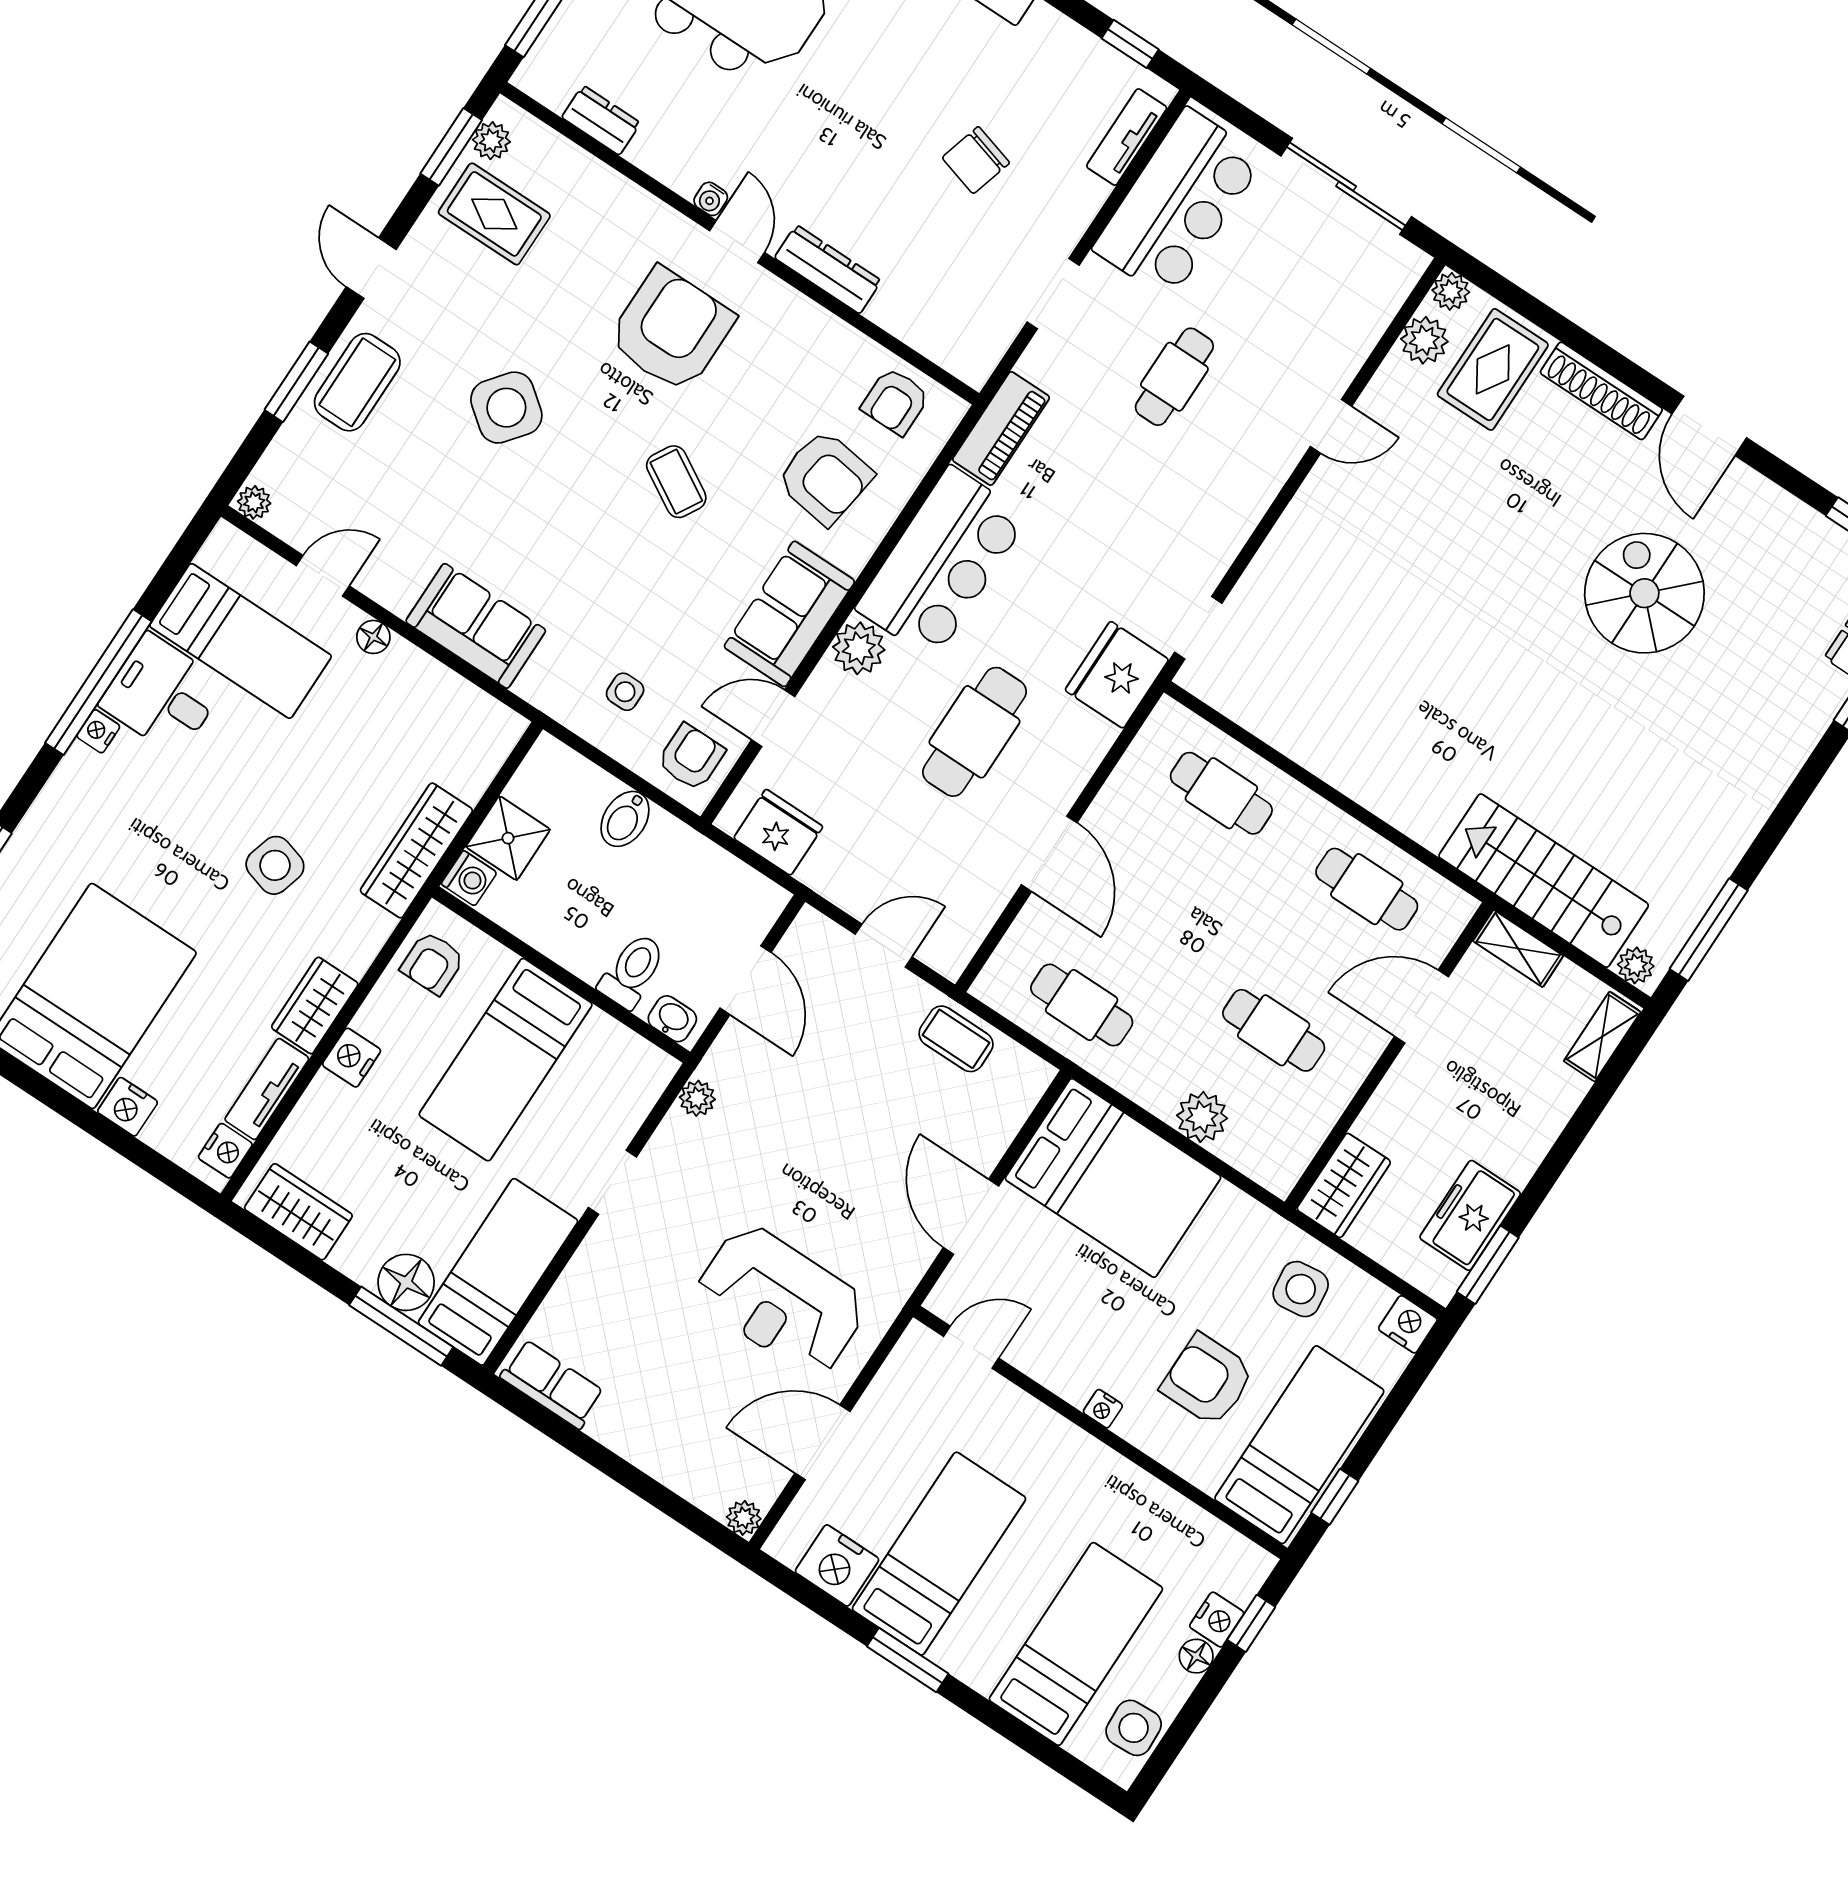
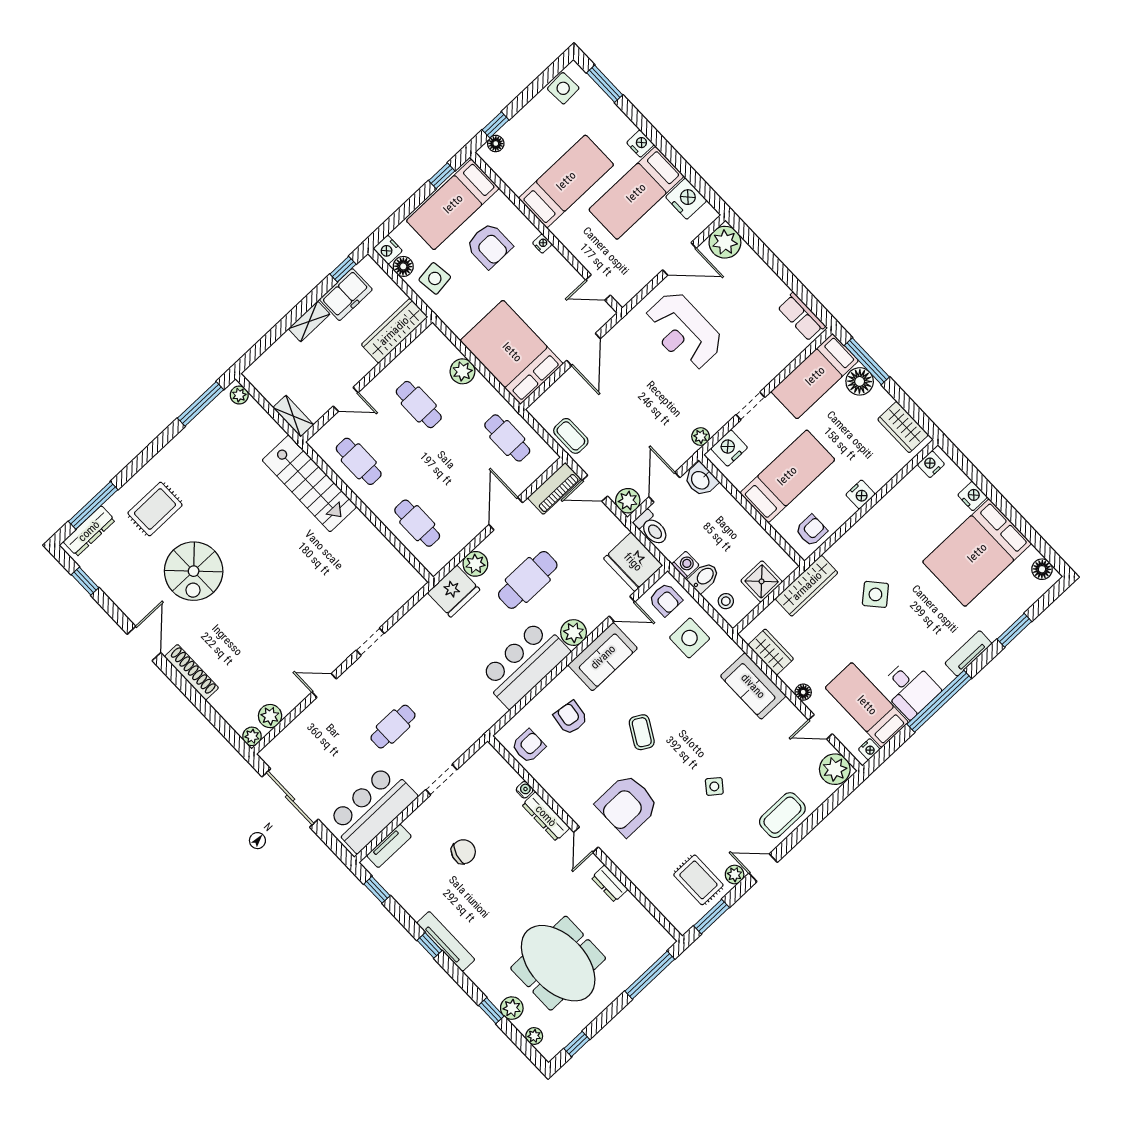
dresser: (601, 120) -> (610, 883), moved
plant: (491, 141) -> (735, 875), moved
water cooler: (711, 199) -> (525, 790), moved
door: (371, 268) -> (763, 868), swing flipped
rug: (1493, 369) -> (155, 509), moved
window: (296, 382) -> (811, 822), removed
side table: (506, 408) -> (714, 786), width x0.54, depth x0.54
piano: (1001, 428) -> (554, 488), moved, turned 180
armchair: (825, 477) -> (571, 718), width x0.72, depth x0.72
plant: (254, 502) -> (835, 769), width x1.88, depth x1.88
doorway: (1198, 628) -> (370, 642), moved
side table: (625, 692) -> (690, 638), width x1.87, depth x1.87
nightstand: (98, 731) -> (869, 749), moved
plant: (1086, 739) -> (475, 564), added
armchair: (691, 757) -> (665, 600), turned -90
stool: (570, 782) -> (726, 601), added
fridge: (778, 832) -> (633, 562), width x1.36, depth x1.34
side table: (275, 865) -> (875, 594), turned 33
washing machine: (469, 878) -> (685, 565), moved, turned 90
stairs: (1544, 881) -> (309, 483), moved
plant: (812, 936) -> (628, 501), added
toilet: (632, 971) -> (652, 528), moved, turned -90
wardrobe: (315, 1006) -> (771, 652), moved, turned -90
door: (1422, 1007) -> (346, 399), width x0.73
washbasin: (672, 1019) -> (701, 480), width x1.38, depth x1.45
shelving: (1602, 1037) -> (309, 321), moved
tv unit: (267, 1089) -> (968, 653), moved, turned 180
nightstand: (635, 1089) -> (729, 448), added
wardrobe: (1344, 1185) -> (394, 331), width x1.50
window: (1488, 1265) -> (343, 269), width x0.67
floor lamp: (1369, 1298) -> (403, 266), added
reception desk: (781, 1300) -> (683, 331), turned 180
plant: (744, 1518) -> (725, 242), width x1.88, depth x1.88
nightstand: (1217, 1620) -> (640, 144), moved, turned 90
bed: (1076, 1644) -> (566, 181), moved, turned 180
floor lamp: (1196, 1656) -> (496, 144), moved
window: (908, 1660) -> (605, 84), moved

